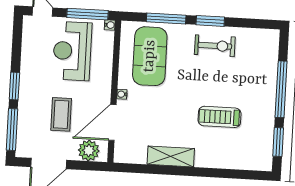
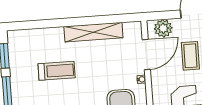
shelving: (171, 156) -> (93, 32), width x1.47

